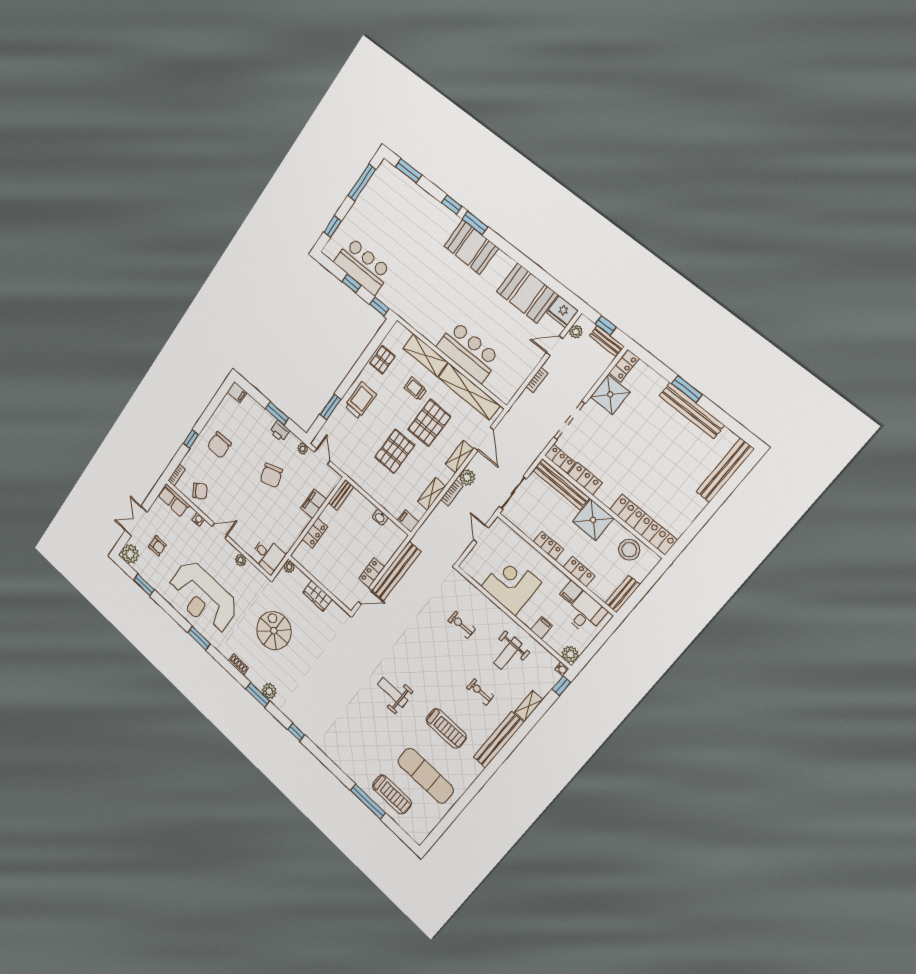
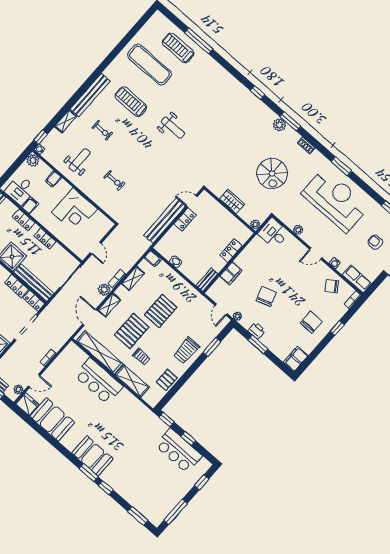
filing cabinet: (237, 392) -> (296, 359), width x2.00

